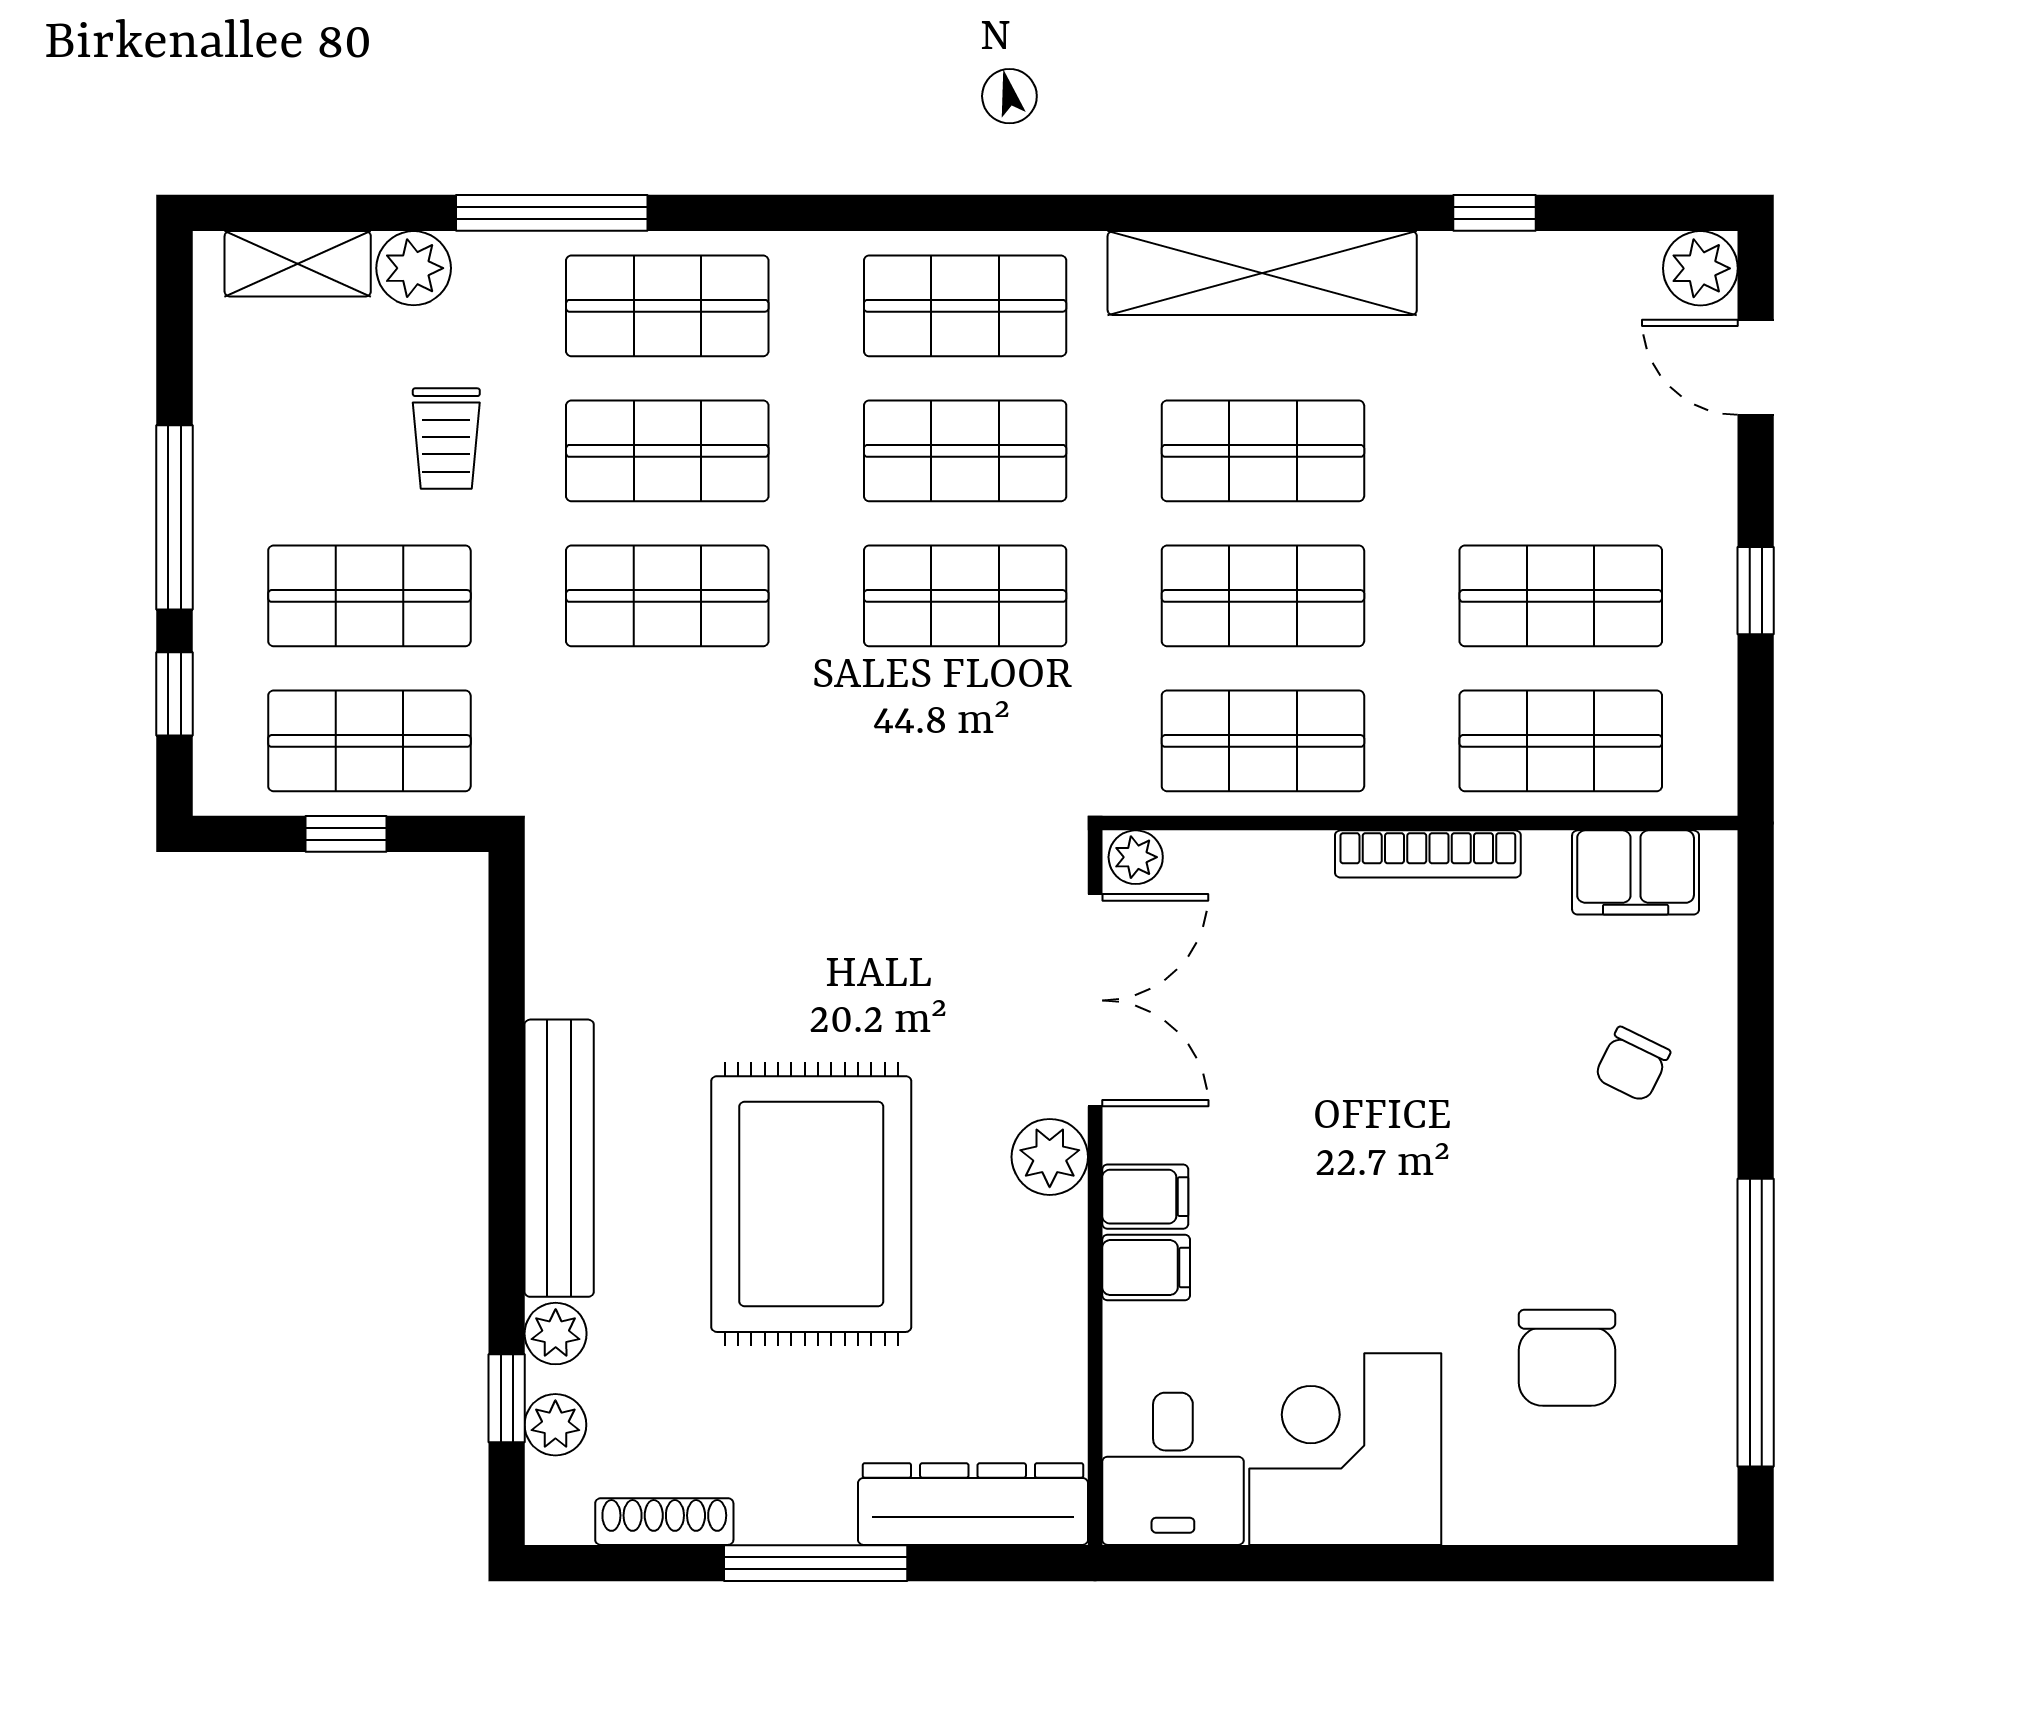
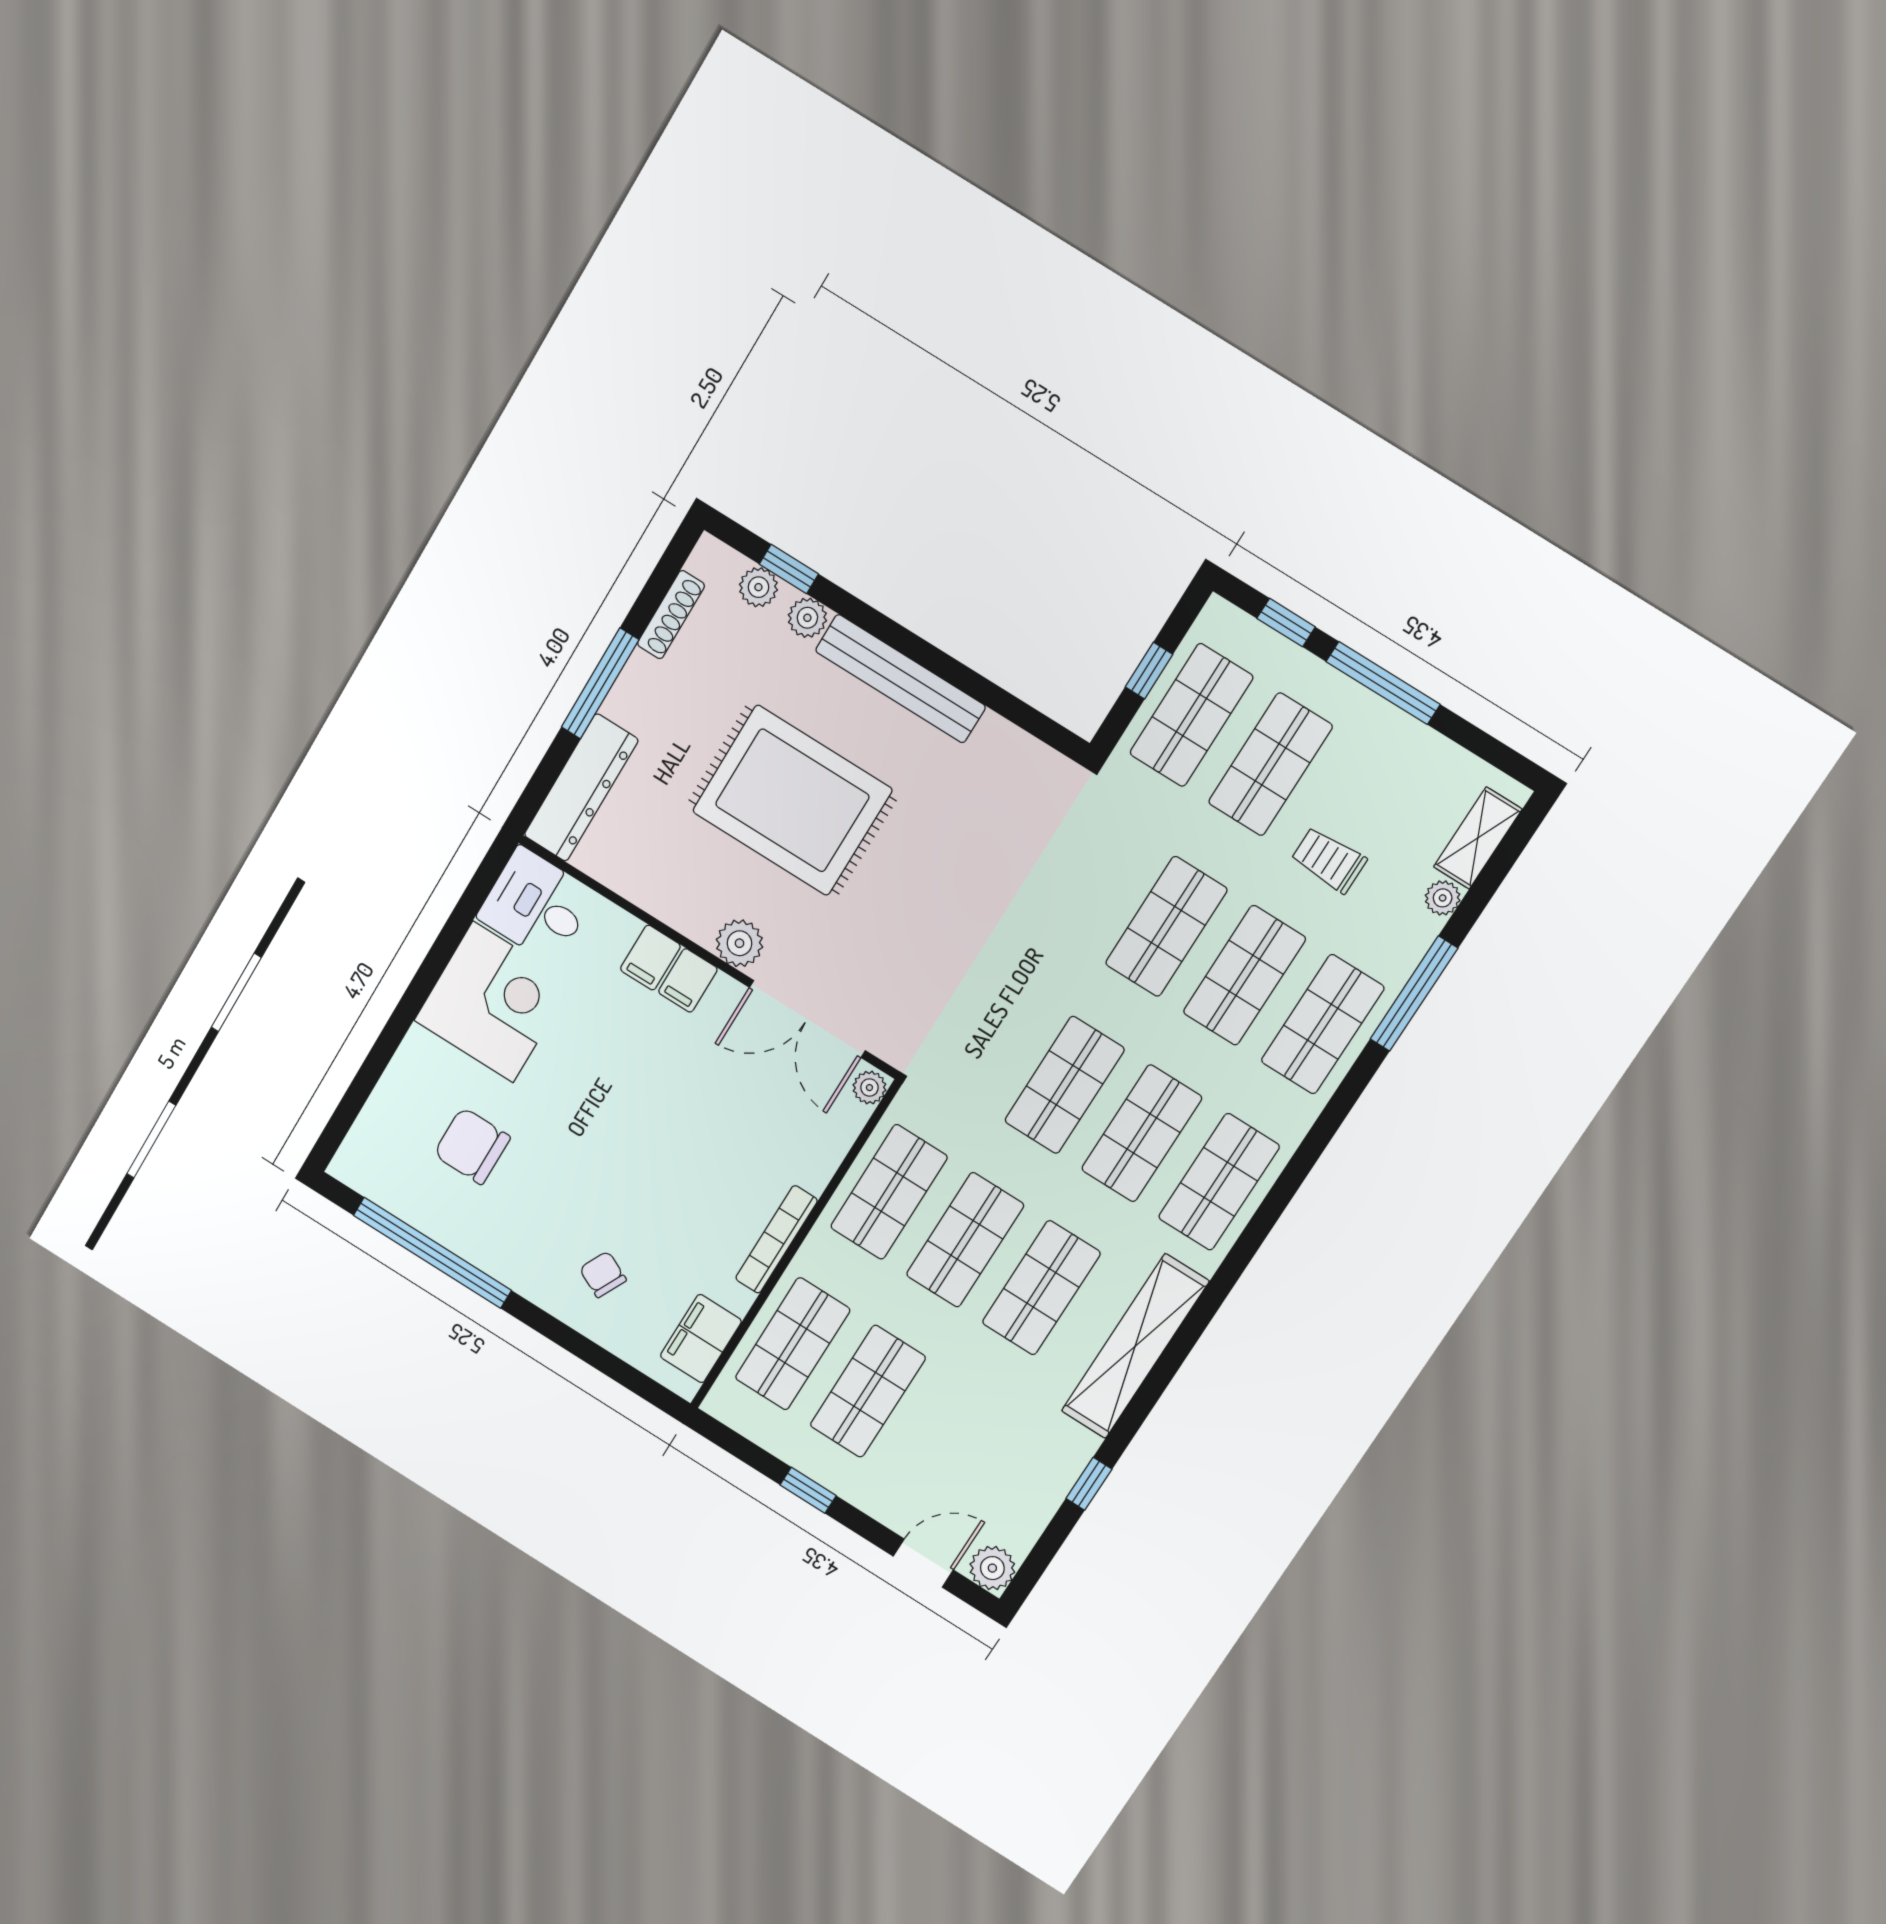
plant: (414, 268) -> (1443, 898), width x0.73, depth x0.73

